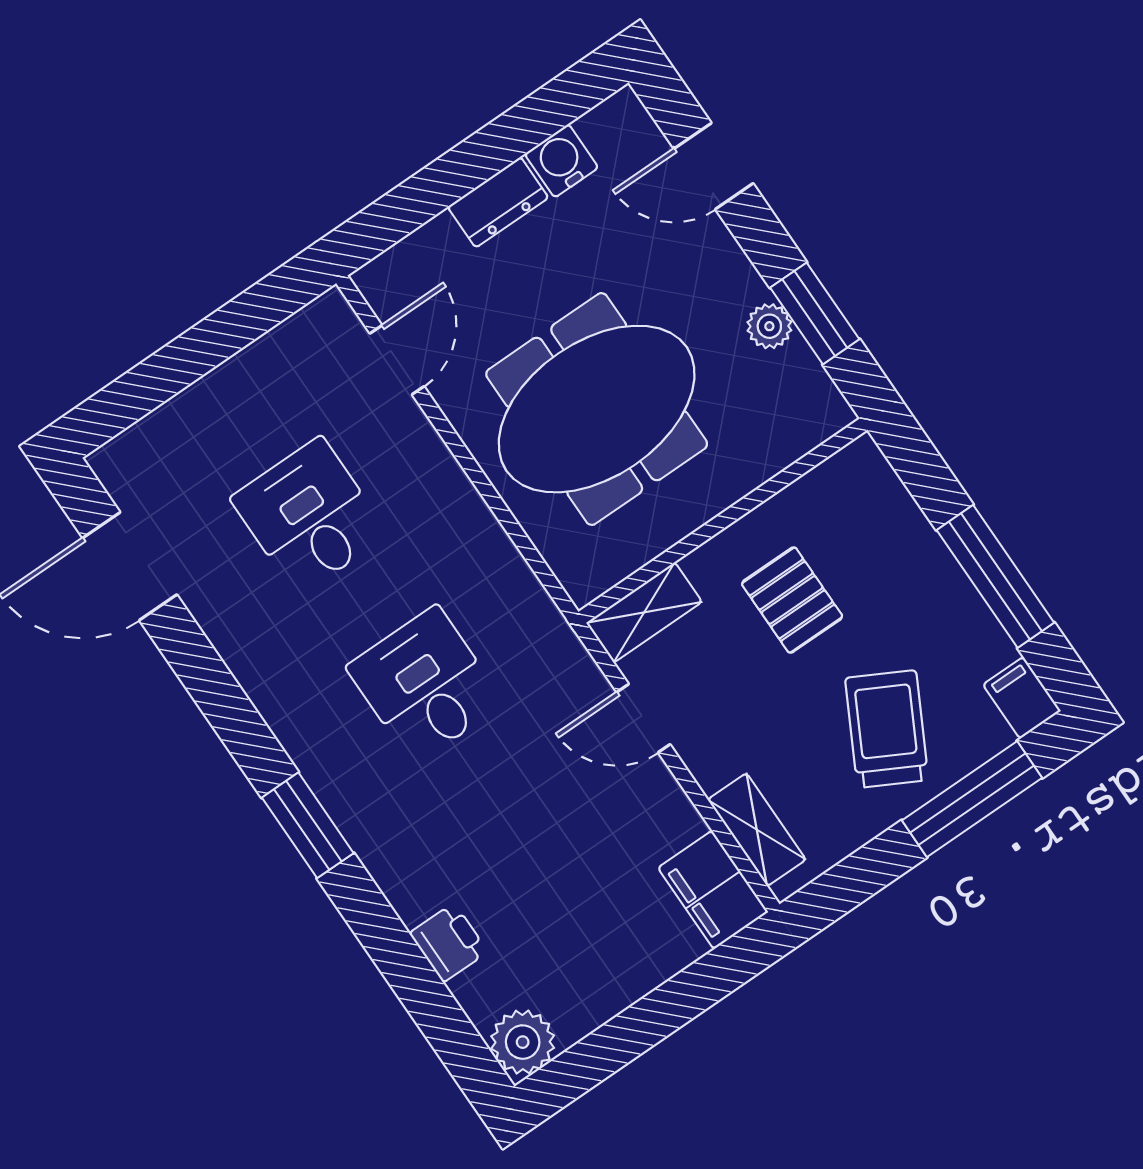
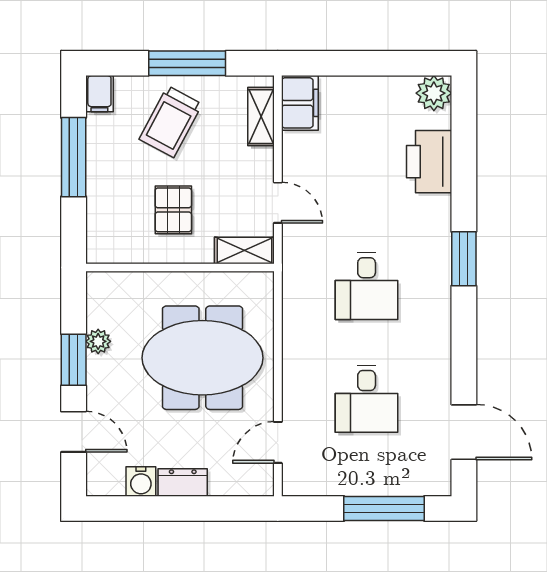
window: (815, 313) -> (74, 360), moved
window: (170, 370) -> (384, 509), added
window: (972, 799) -> (187, 63), moved
printer: (449, 942) -> (429, 162), width x1.87, depth x1.48

